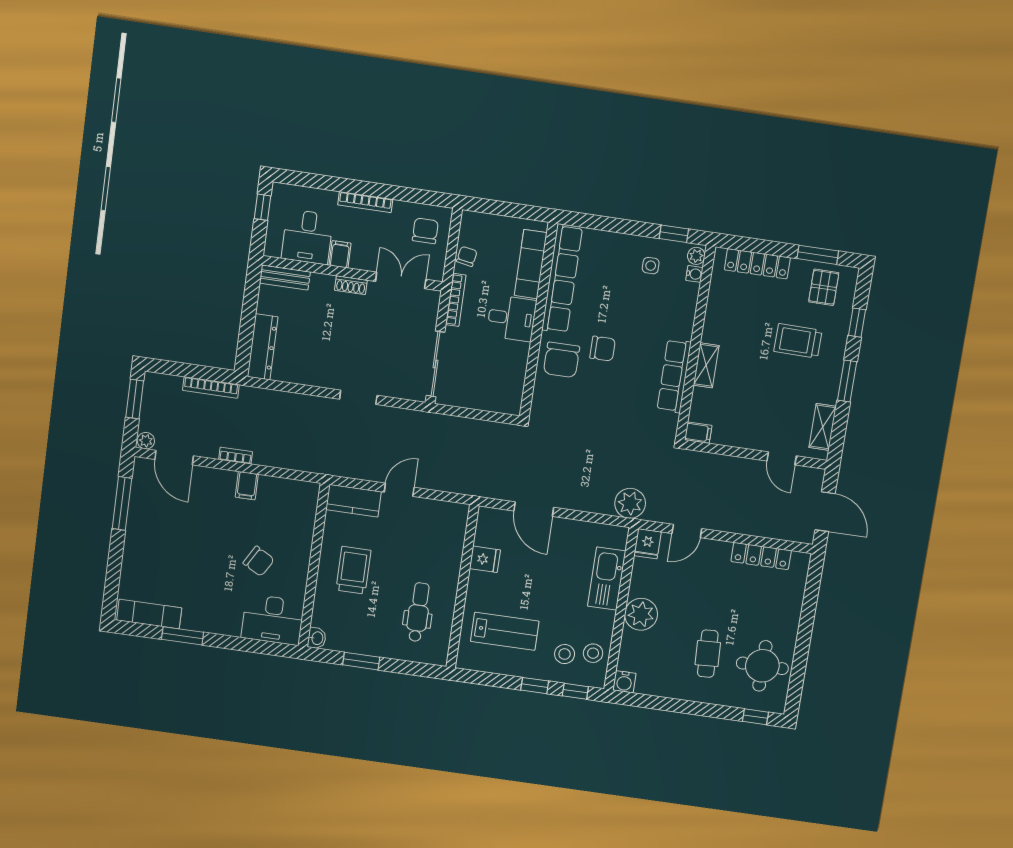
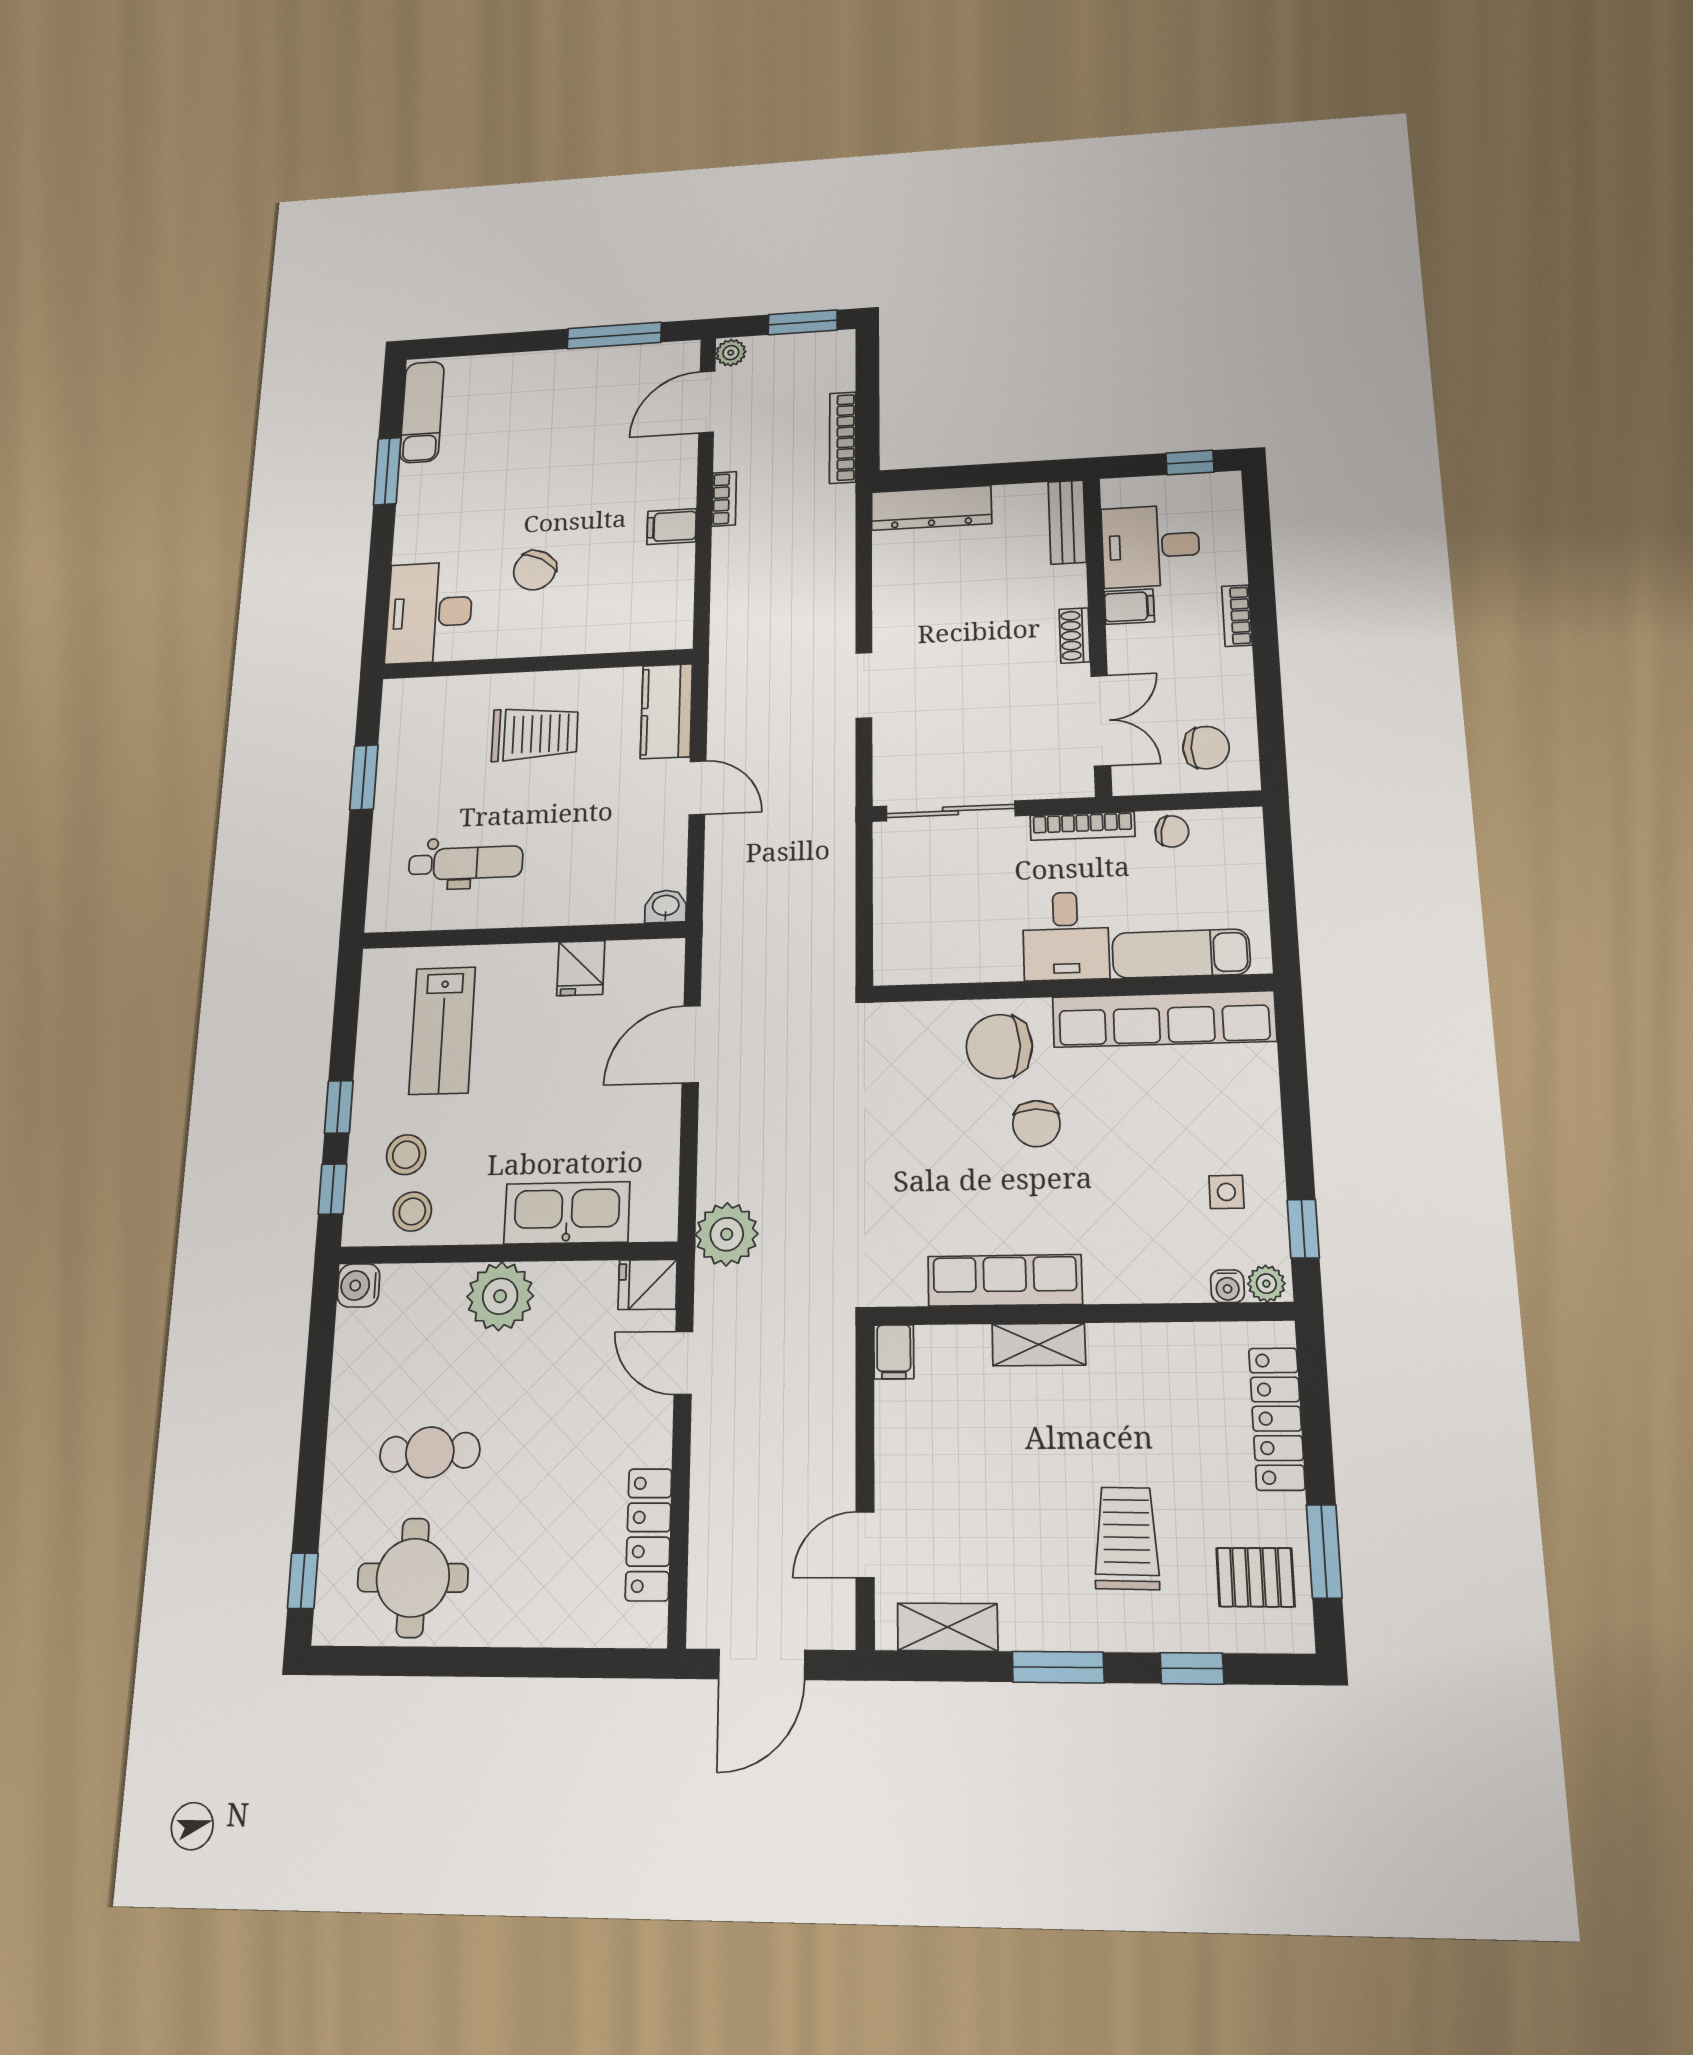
bookcase: (365, 202) -> (1237, 616), width x0.64
washbasin: (317, 638) -> (666, 906), moved, turned 180

